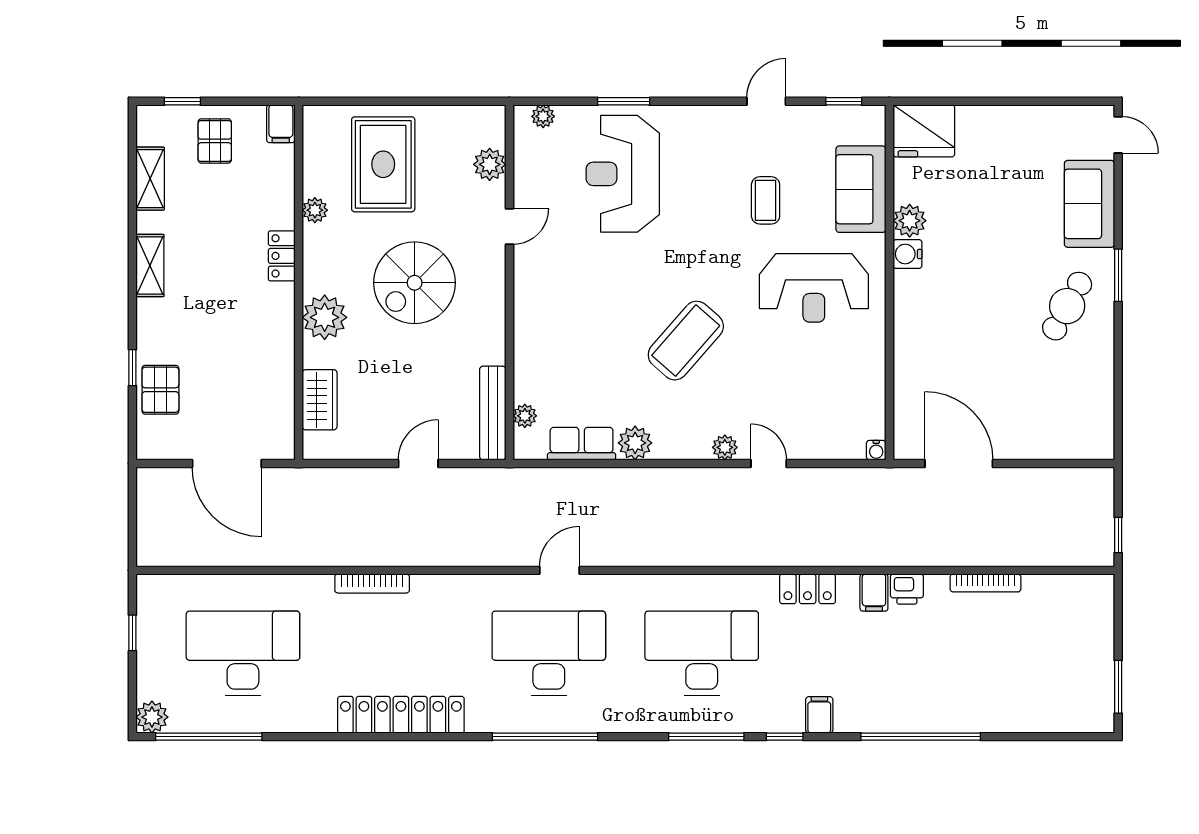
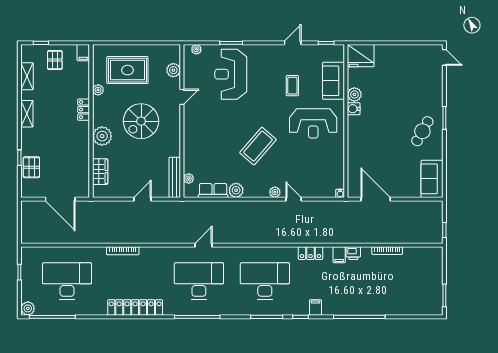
rug: (383, 164) -> (127, 70), turned 90
sofa: (1089, 204) -> (432, 179), moved

